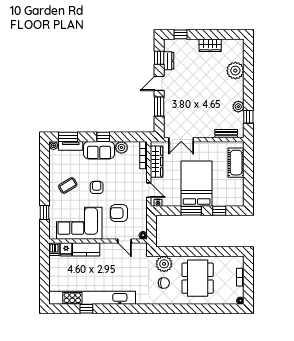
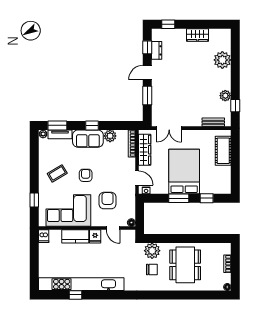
armchair: (119, 213) -> (108, 201), turned 90
fridge: (66, 249) -> (95, 236), moved

